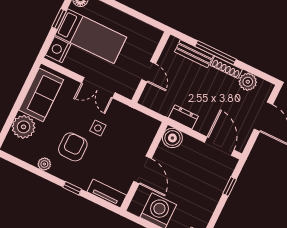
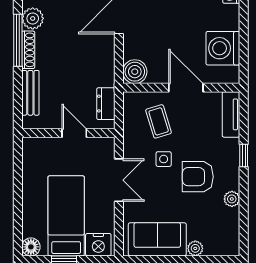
window: (216, 53) -> (18, 40), moved
door: (149, 72) -> (74, 133), hinge flipped
dresser: (183, 117) -> (106, 104), moved
plant: (23, 127) -> (195, 248), width x0.53, depth x0.53
coffee table: (127, 138) -> (159, 121), added
door: (143, 170) -> (186, 88), hinge flipped

